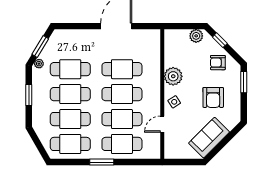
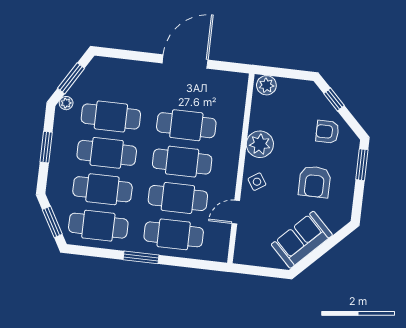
plant: (196, 36) -> (266, 85), moved
window: (39, 145) -> (52, 222), added

